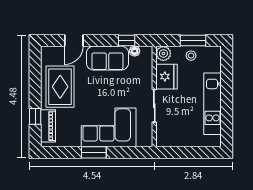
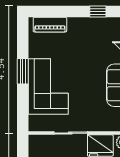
rug: (60, 87) -> (90, 37), removed
window: (35, 116) -> (98, 12), moved

